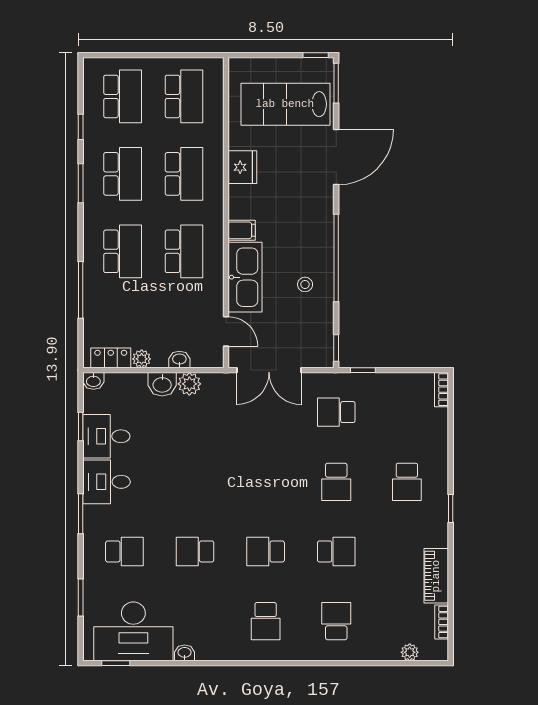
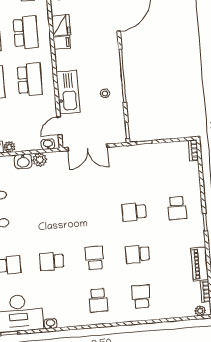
filing cabinet: (242, 230) -> (62, 43), moved
door: (226, 331) -> (59, 126), swing flipped
washbasin: (179, 359) -> (48, 144), moved
school desk: (336, 412) -> (130, 169), removed
school desk: (336, 482) -> (134, 212), turned 90
school desk: (266, 551) -> (95, 258), turned 90
school desk: (336, 551) -> (138, 254), turned 180
plant: (410, 652) -> (200, 311), moved

